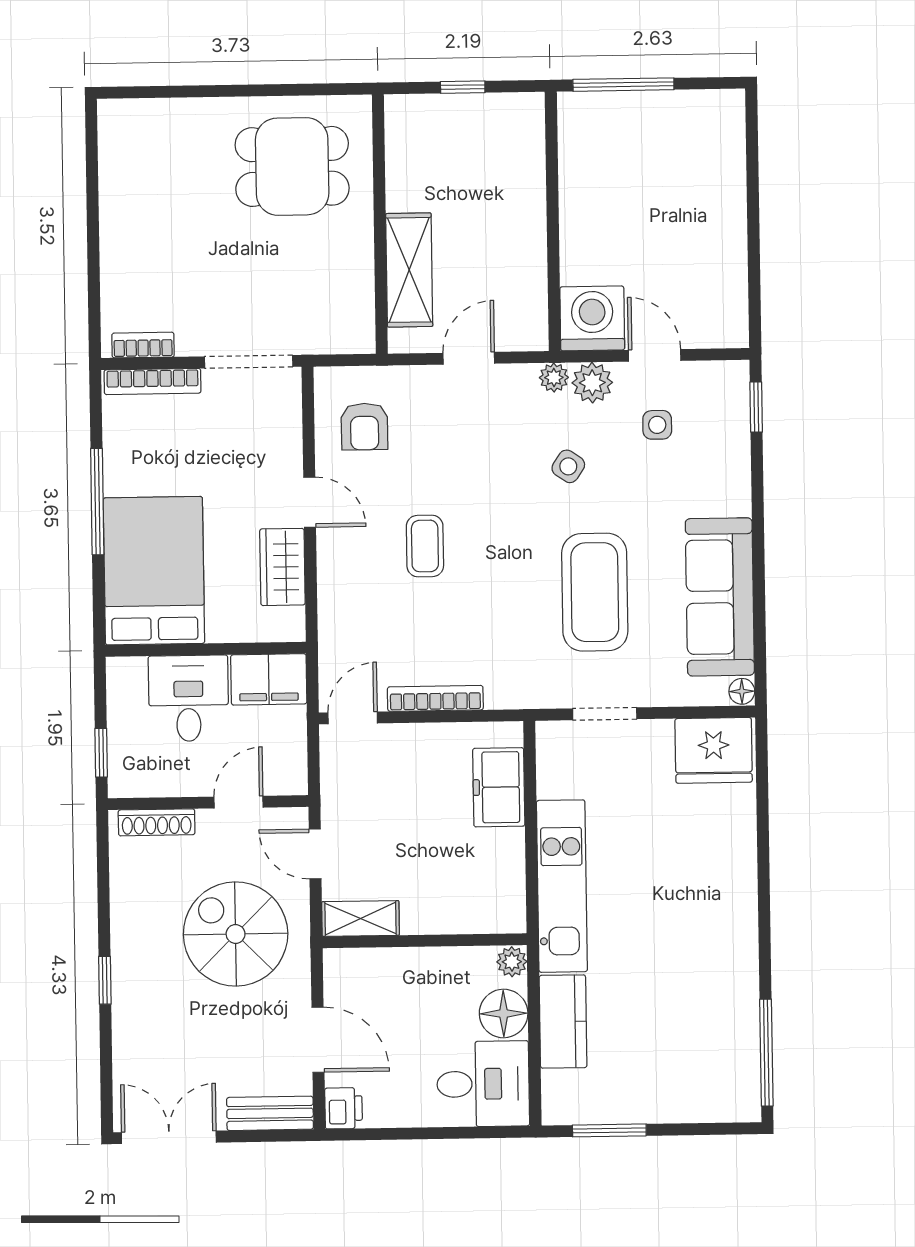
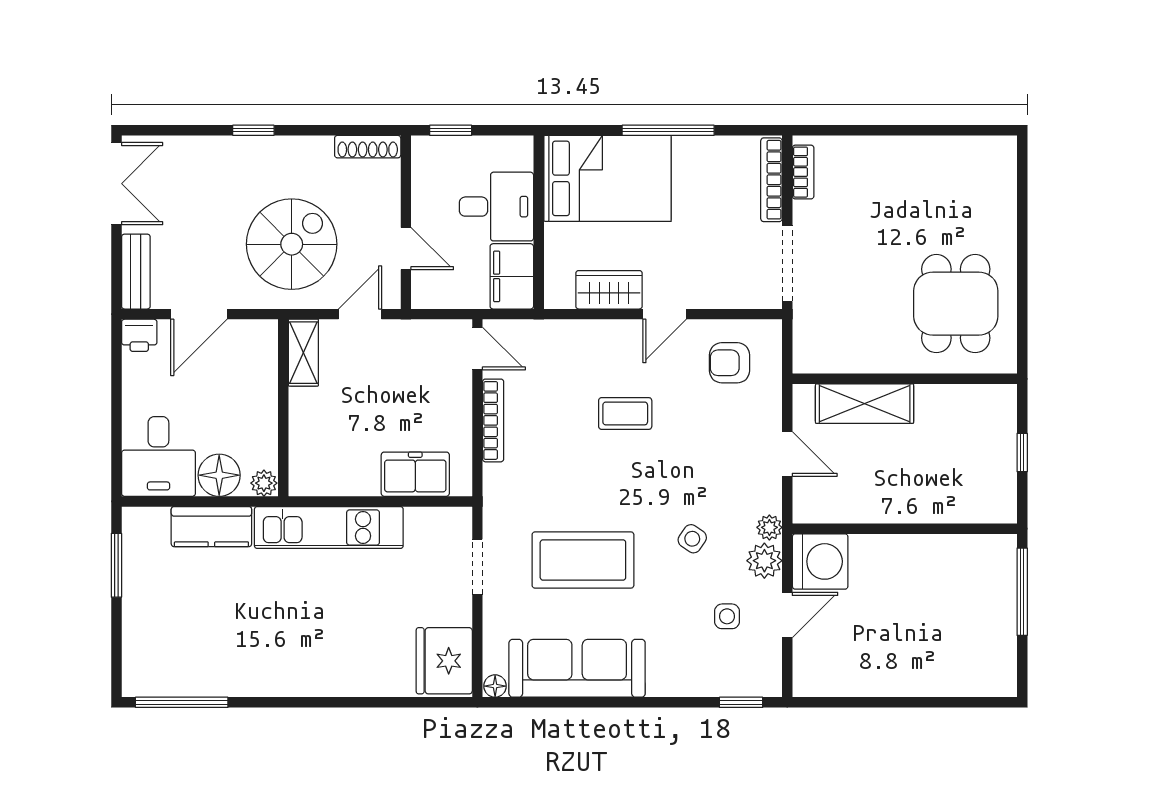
shoe rack: (157, 822) -> (368, 147), moved, turned -90

